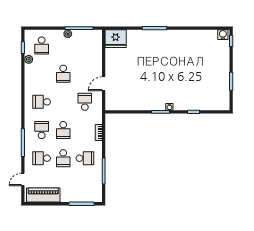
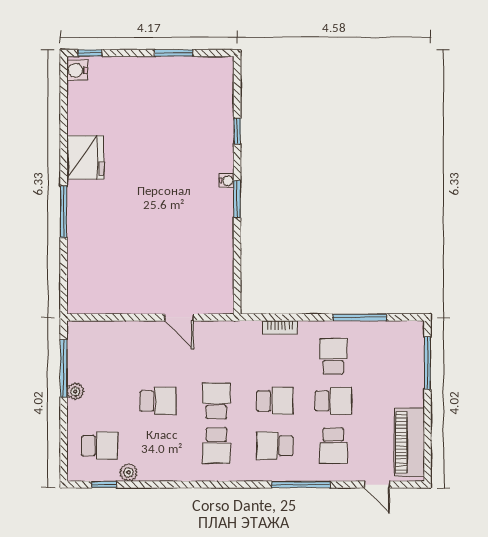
fridge: (116, 39) -> (85, 157), moved
school desk: (85, 102) -> (216, 401), moved, turned 90

